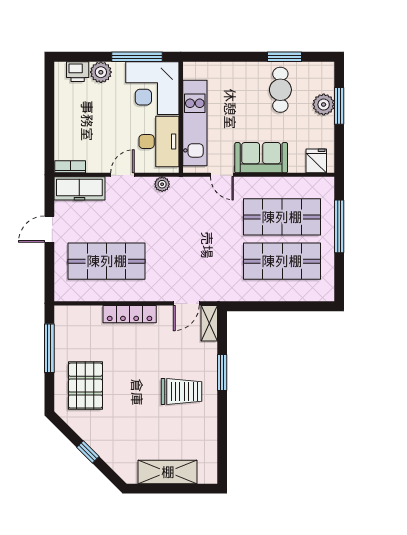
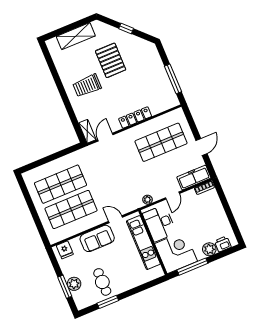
window: (339, 226) -> (36, 218), removed
window: (222, 373) -> (68, 106), removed
pallet: (85, 386) -> (111, 60), moved

